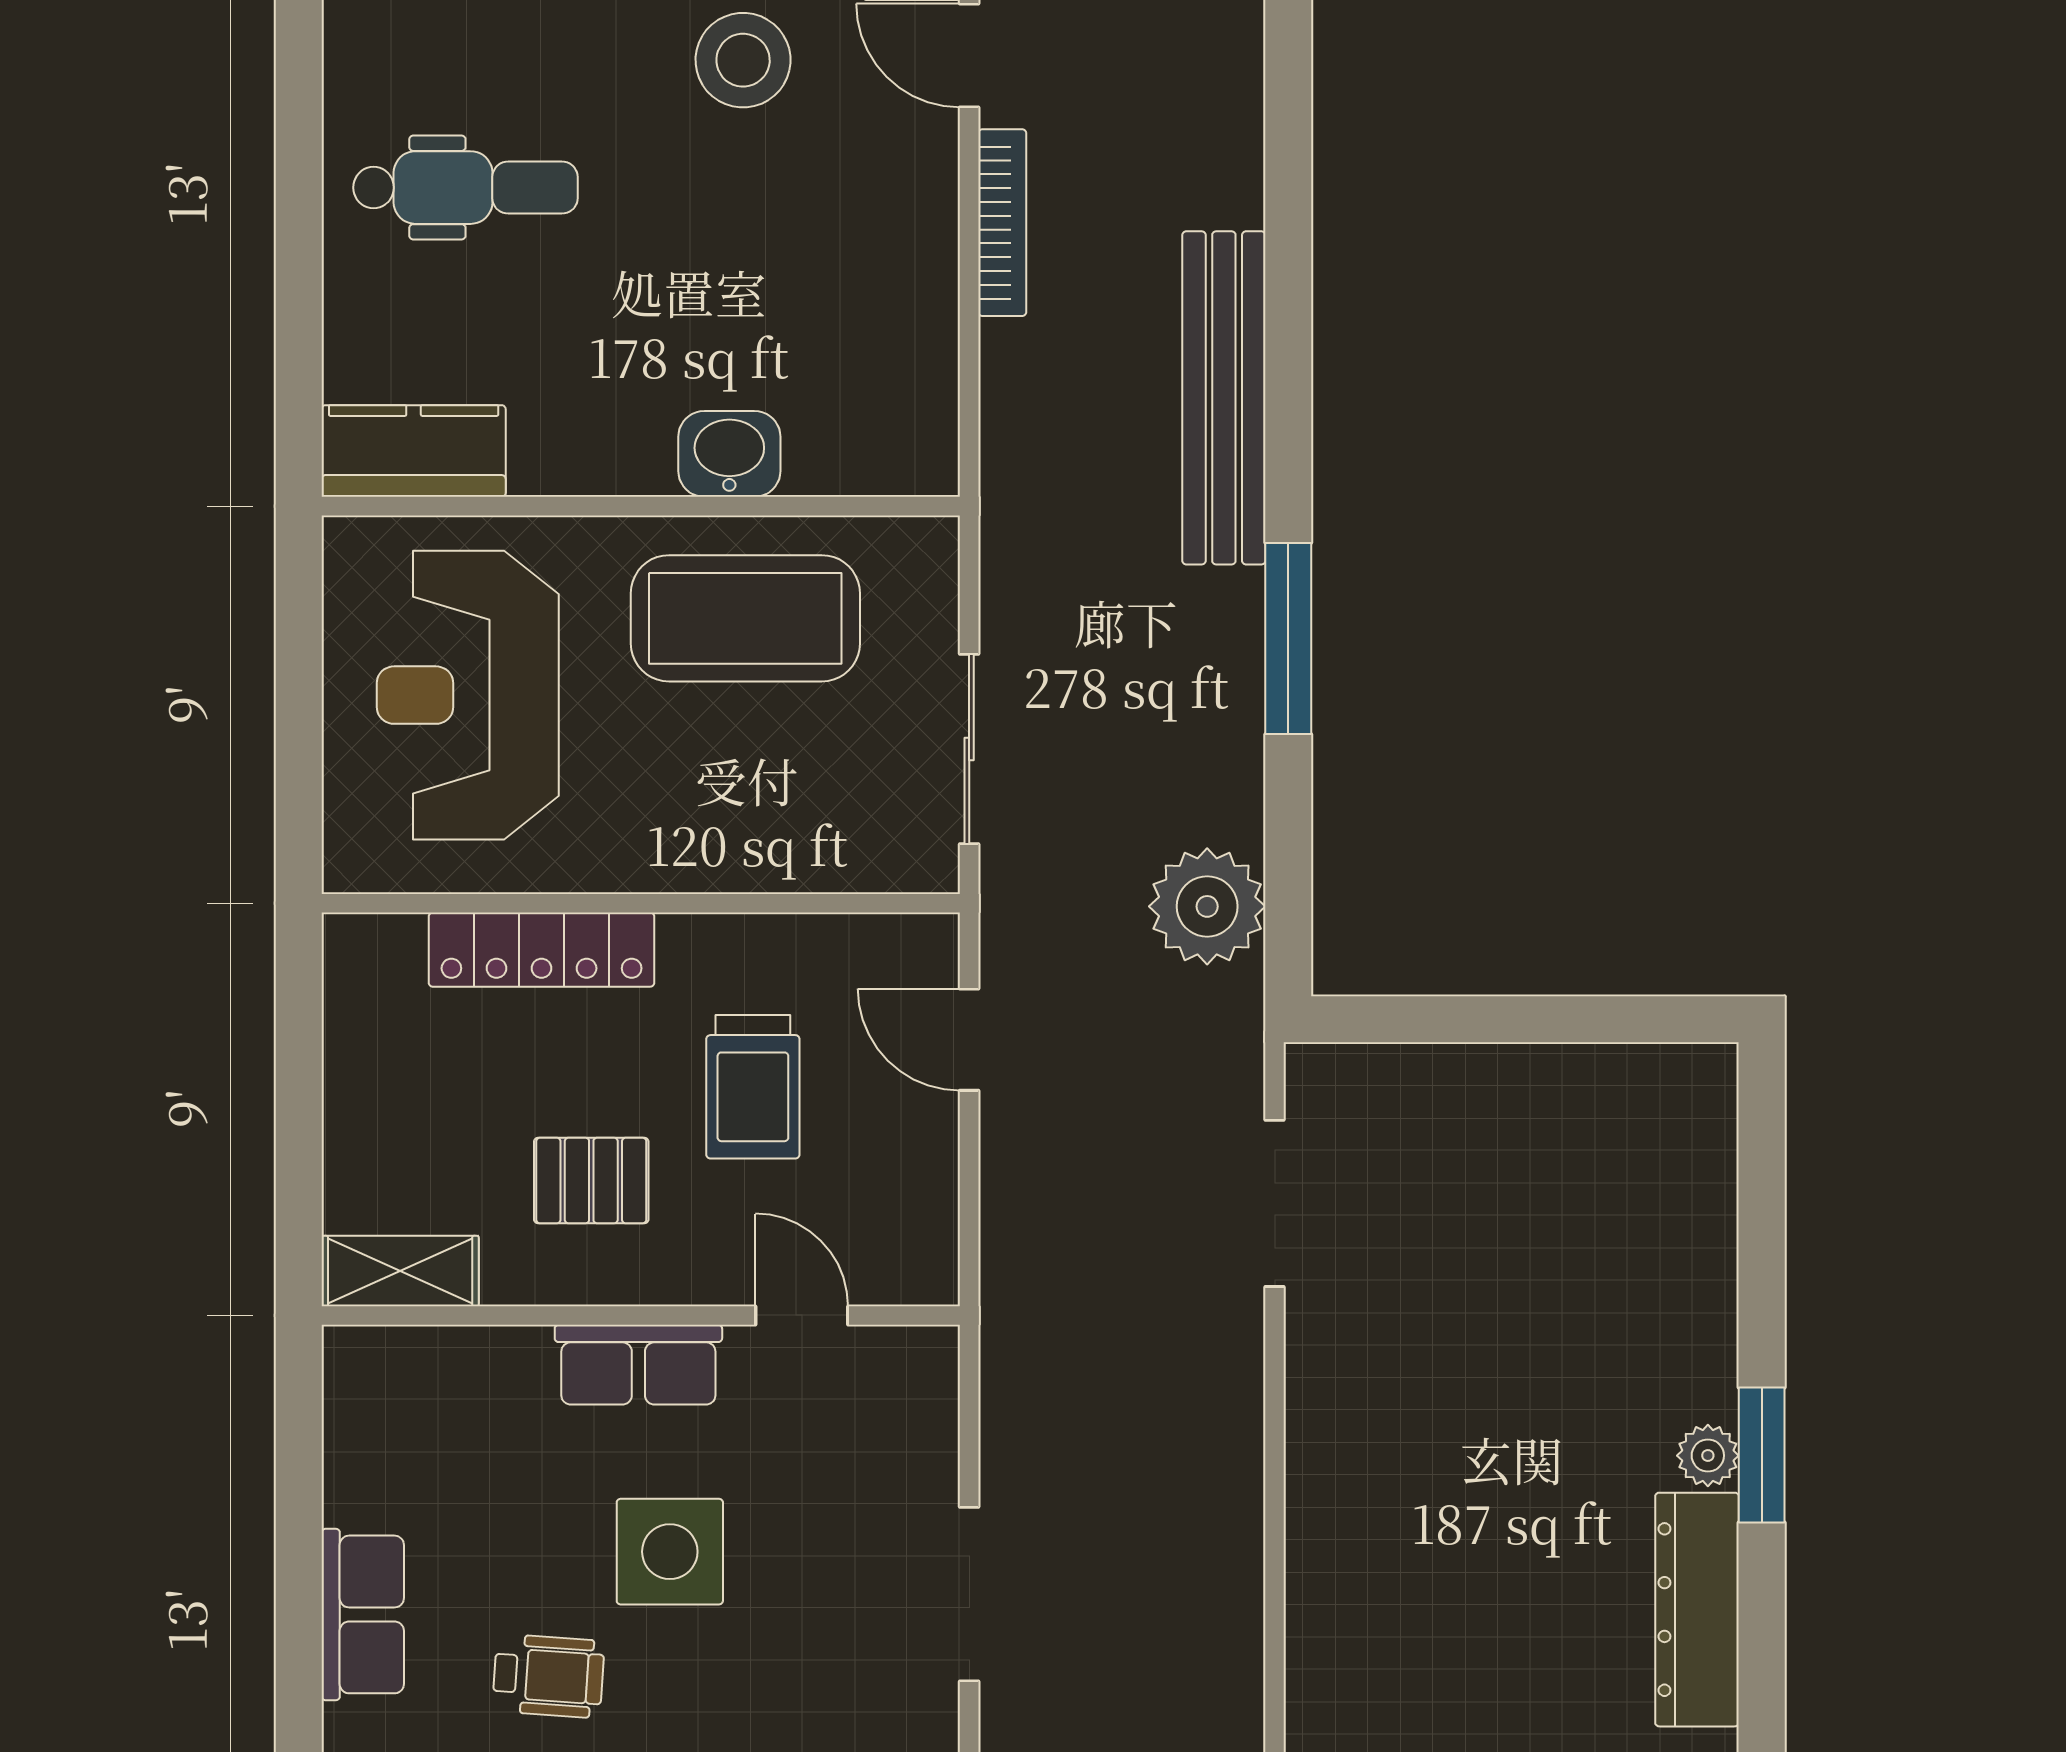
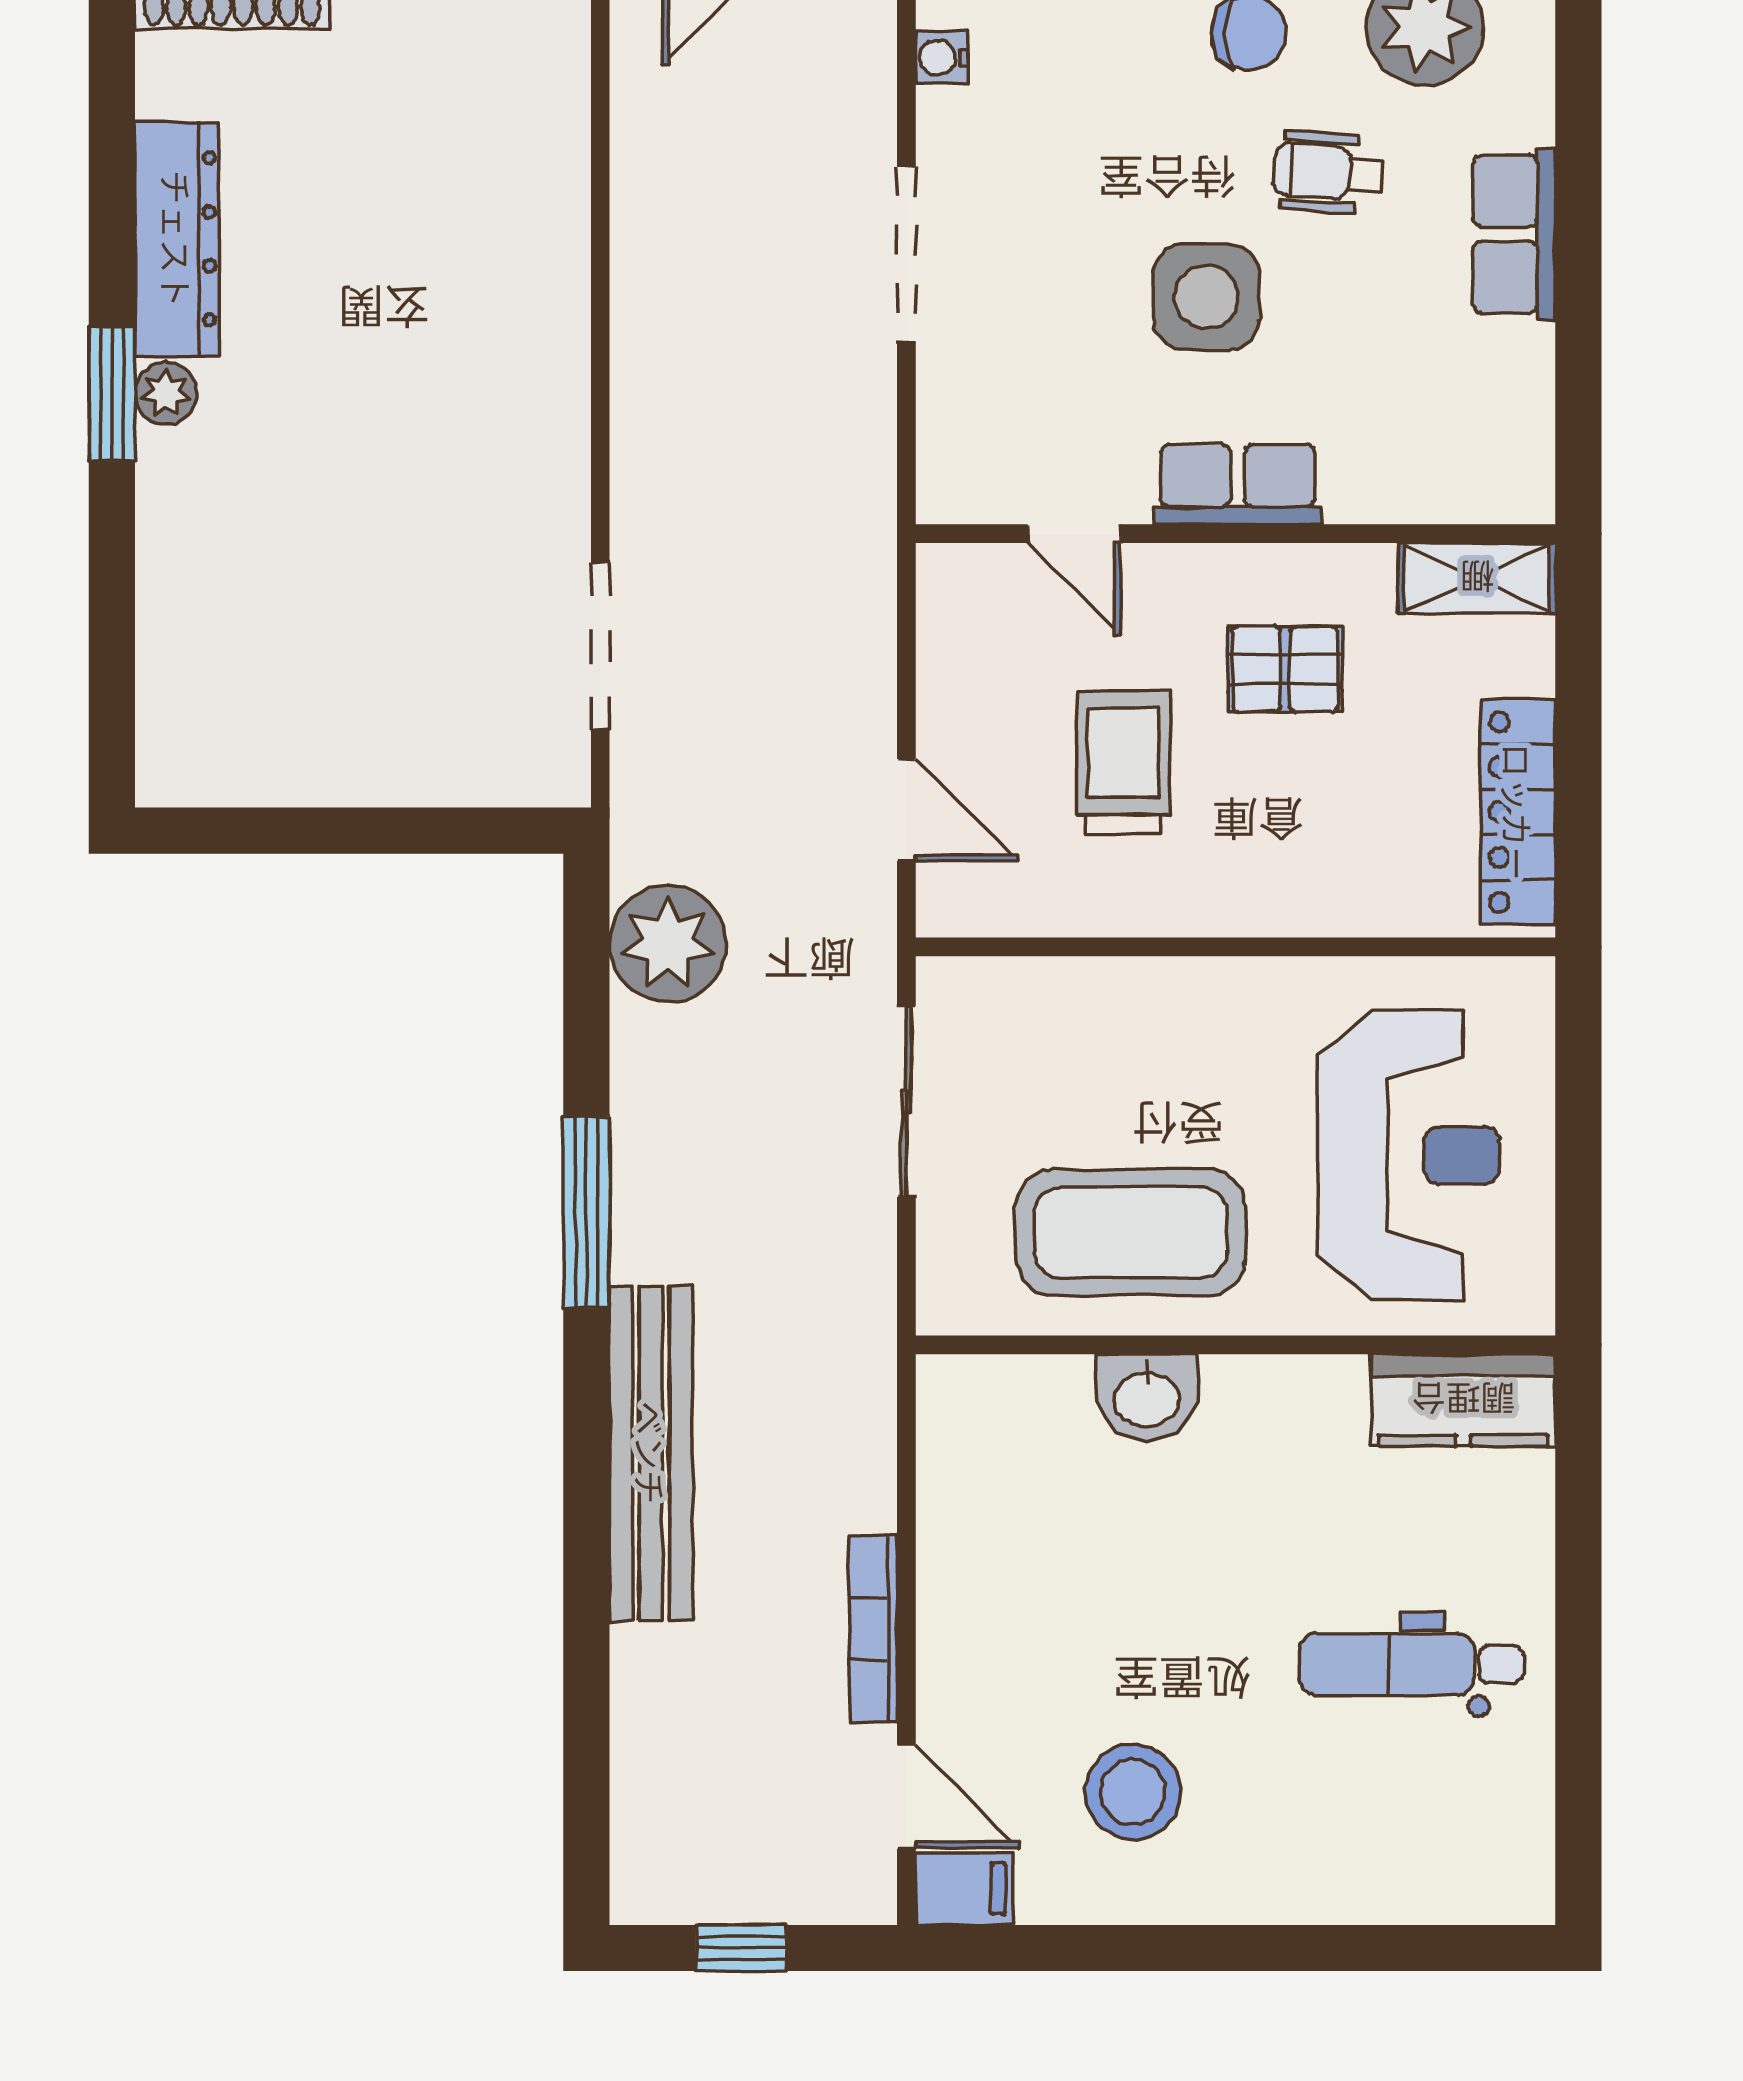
locker: (542, 950) -> (1518, 812), moved, turned -90

